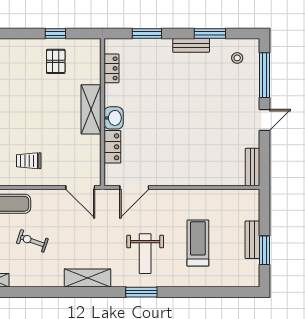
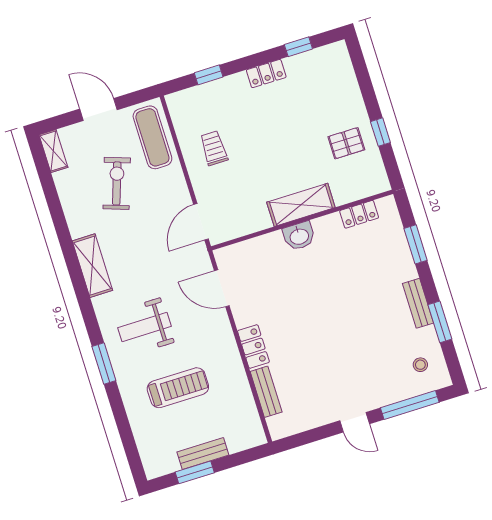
locker: (112, 147) -> (253, 347), moved, turned -90
bench: (252, 167) -> (266, 392), moved, turned 90
exercise bike: (32, 241) -> (117, 183), width x1.38, depth x1.39
window: (141, 292) -> (104, 364), moved

